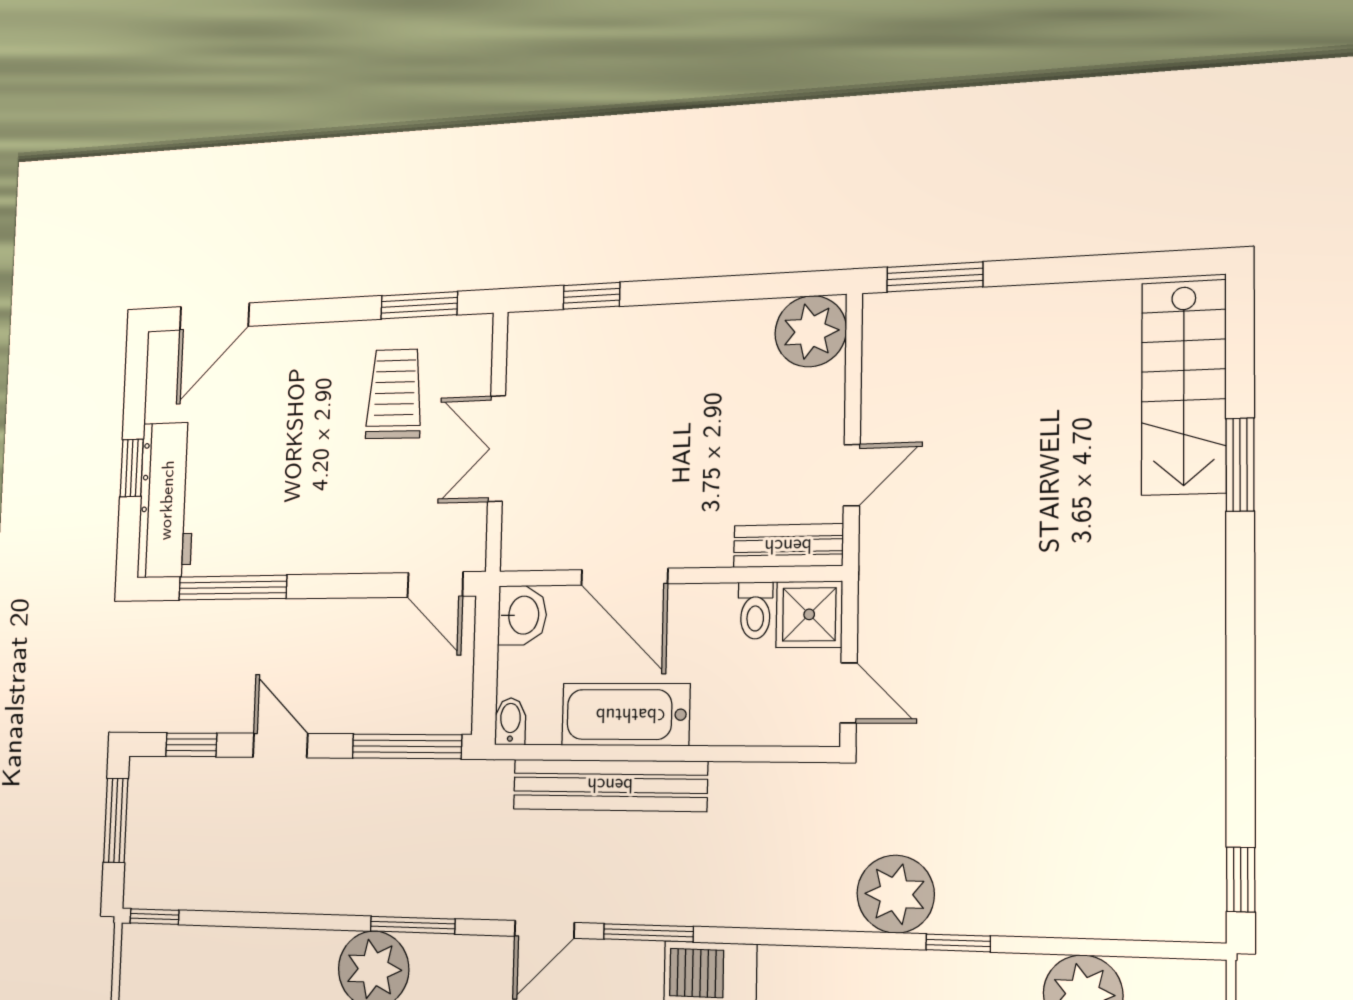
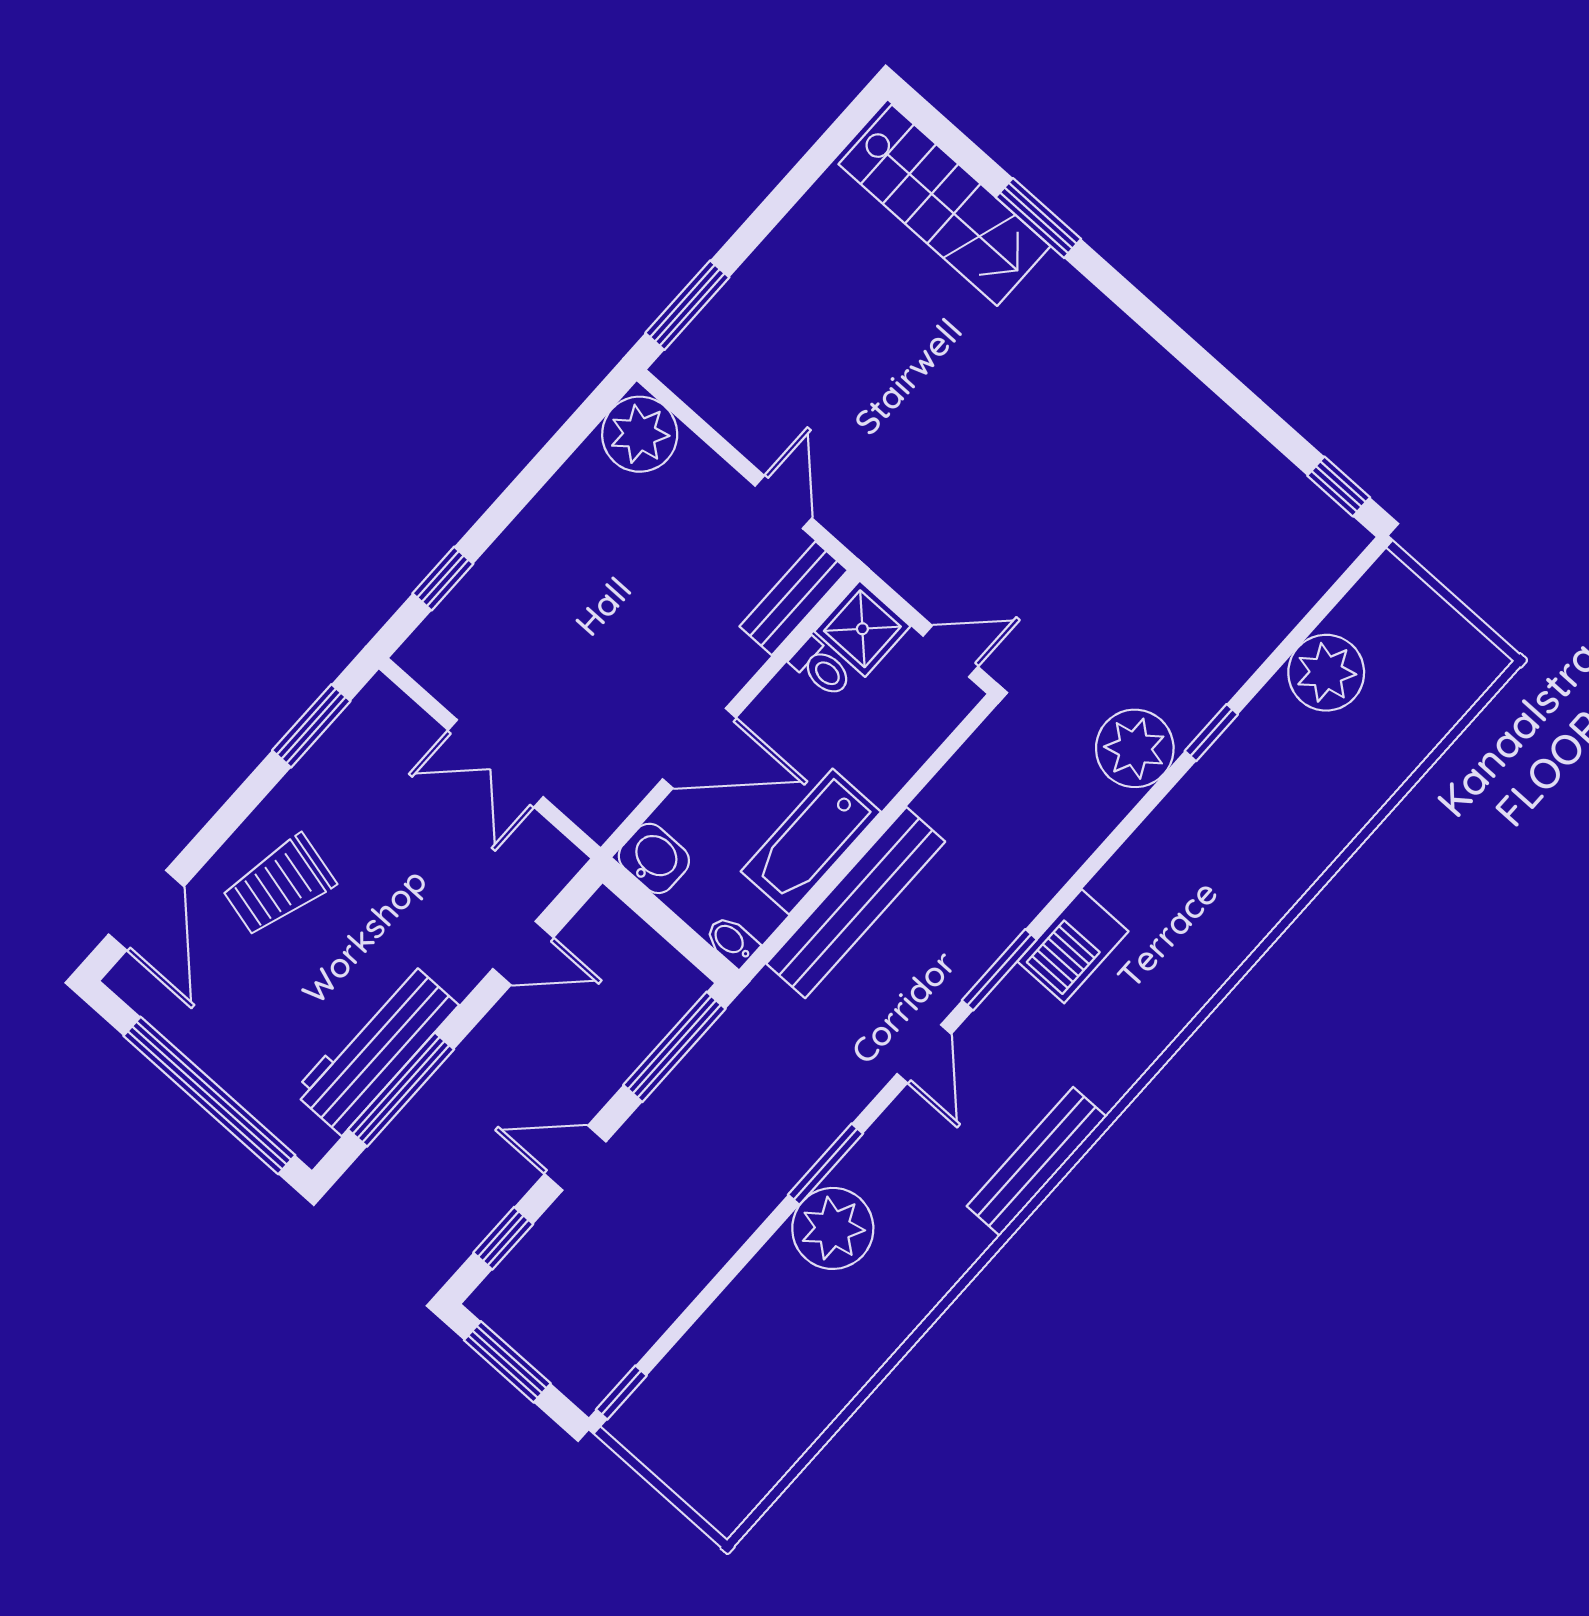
trolley: (395, 394) -> (279, 886), moved, turned -77
window: (132, 468) -> (209, 1095), width x3.17
workbench: (167, 500) -> (376, 1049), moved, turned -90
door: (435, 585) -> (523, 953), moved

